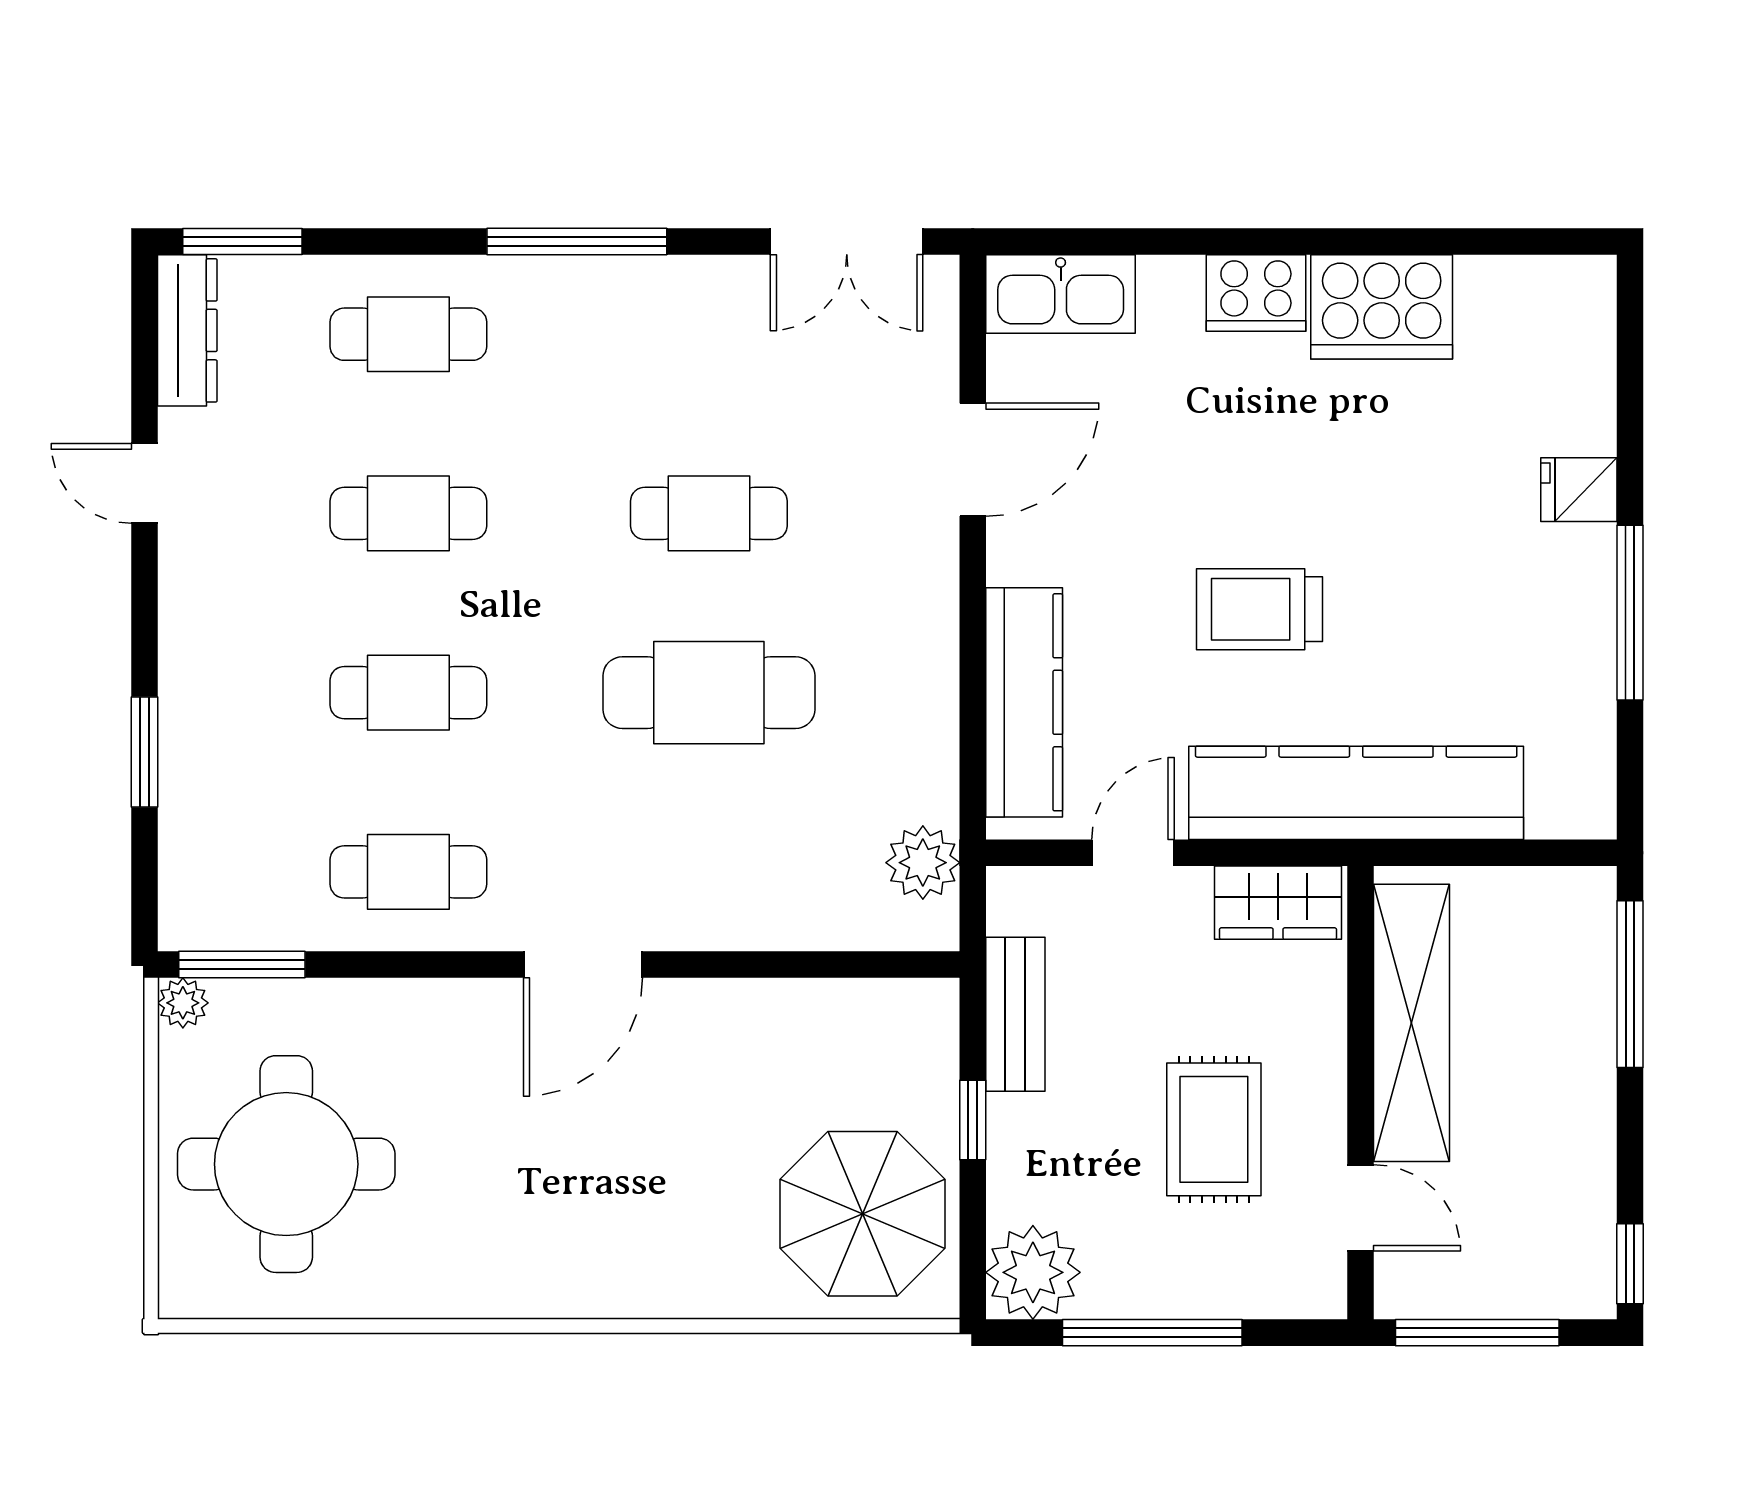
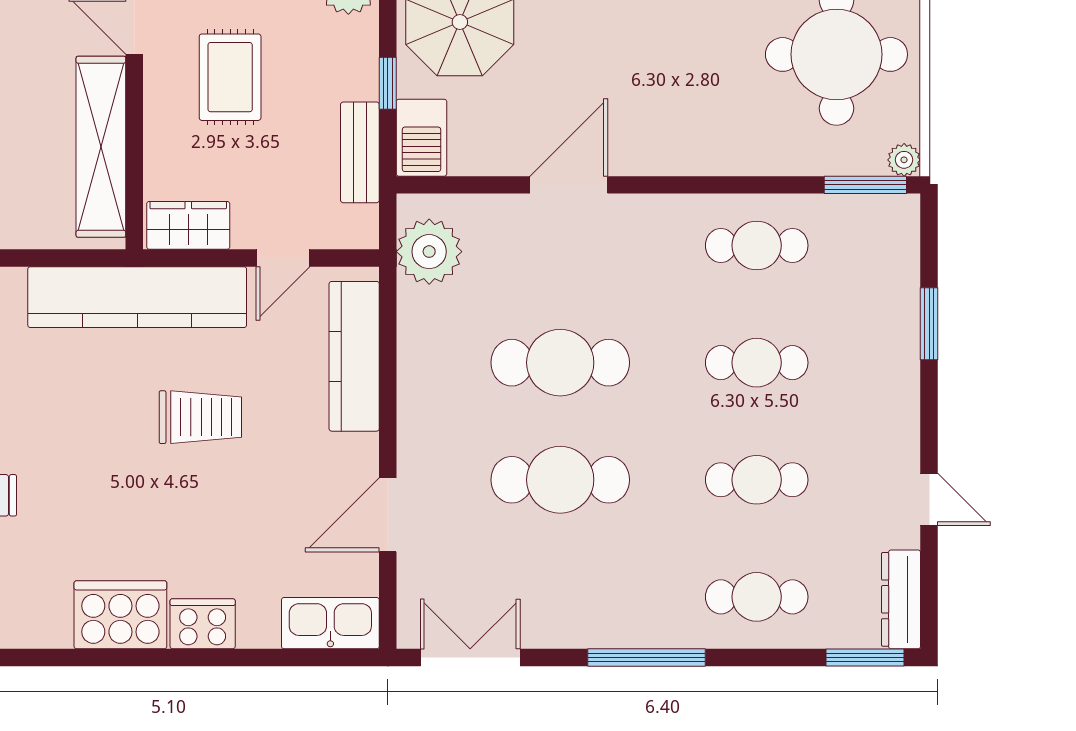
cafe table: (709, 513) -> (560, 480), width x1.37, depth x1.35
plant: (923, 863) -> (429, 252), width x1.36, depth x1.36
door: (583, 965) -> (569, 185), moved
barbecue: (921, 1037) -> (421, 138), added

